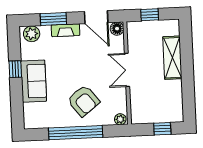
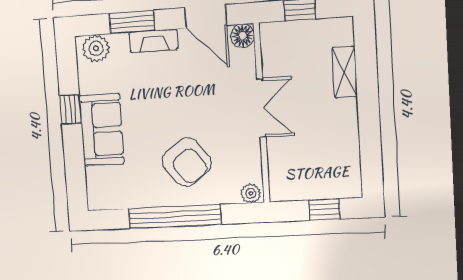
shelving: (172, 58) -> (345, 72), width x0.67, depth x0.75
double door: (127, 70) -> (261, 108), swing flipped

